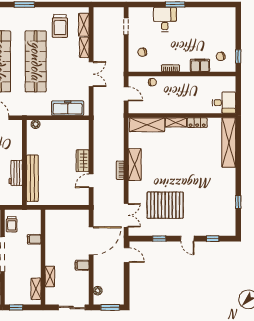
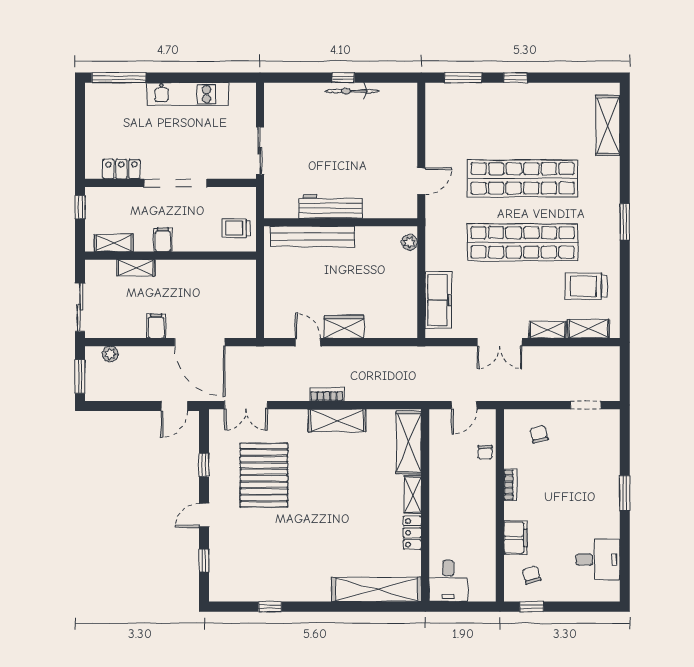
desk: (165, 19) -> (598, 560), moved
workbench: (16, 173) -> (331, 206), width x1.38
trolley: (12, 224) -> (236, 228), moved
filing cabinet: (34, 239) -> (163, 240), moved

